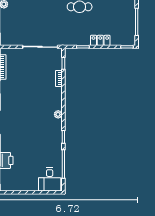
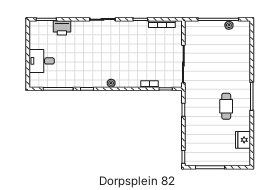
locker: (100, 40) -> (190, 128), removed
desk: (50, 179) -> (42, 61), moved

